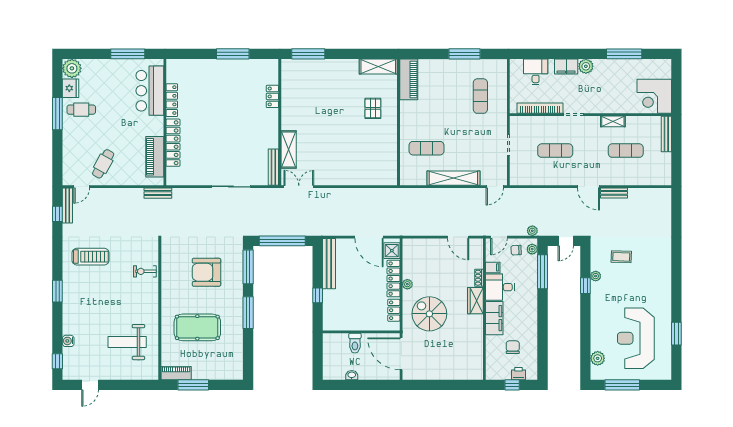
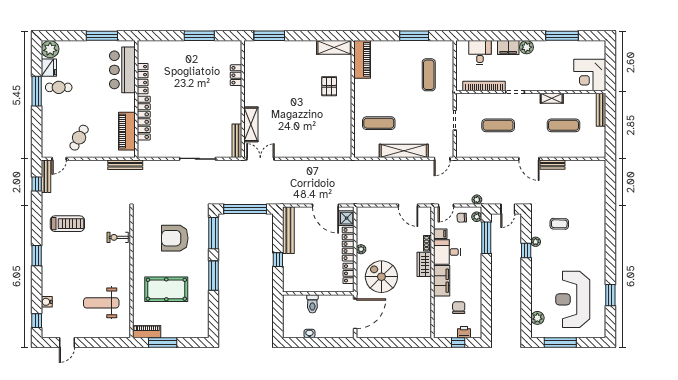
bench: (158, 193) -> (125, 165), width x1.36
door: (401, 354) -> (355, 314), swing flipped

